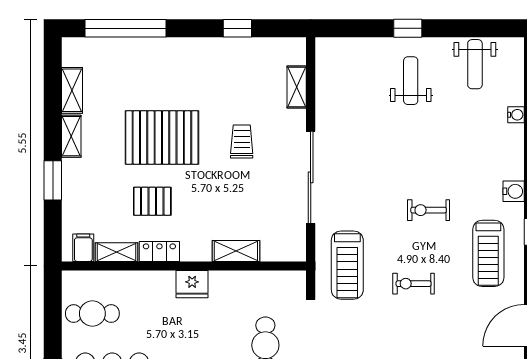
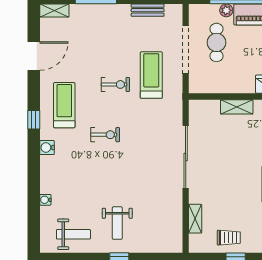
weight bench: (475, 64) -> (73, 234), turned 90
trolley: (242, 142) -> (229, 238), moved, turned -90
treadmill: (347, 265) -> (151, 75), moved

